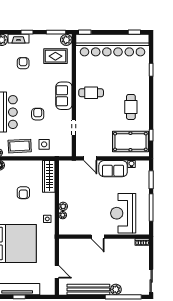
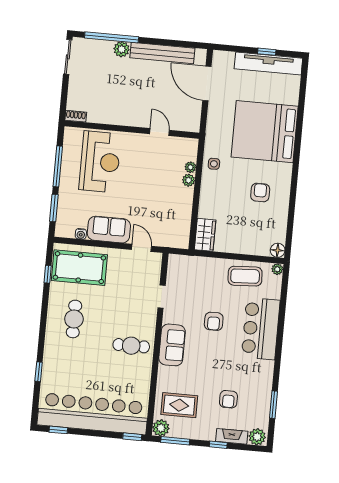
side table: (44, 144) -> (208, 275), removed
wardrobe: (49, 176) -> (205, 235), width x0.67
armchair: (23, 193) -> (260, 193), moved
door: (98, 237) -> (159, 132), moved
door: (57, 272) -> (207, 84), width x1.88

